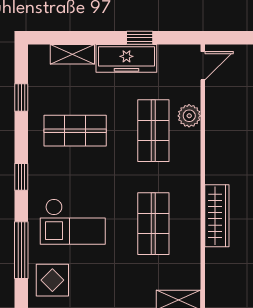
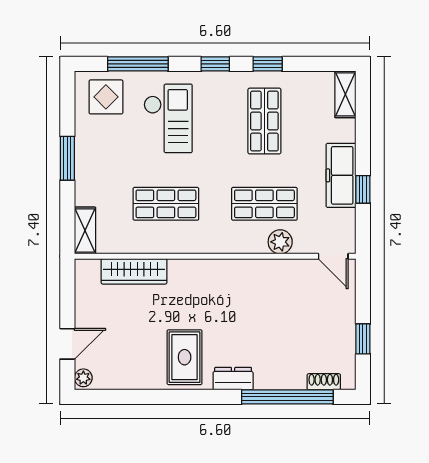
shelving: (72, 54) -> (345, 94), moved
window: (21, 97) -> (268, 64), moved
wardrobe: (217, 216) -> (134, 271), moved
checkout: (73, 222) -> (168, 118), turned 180

